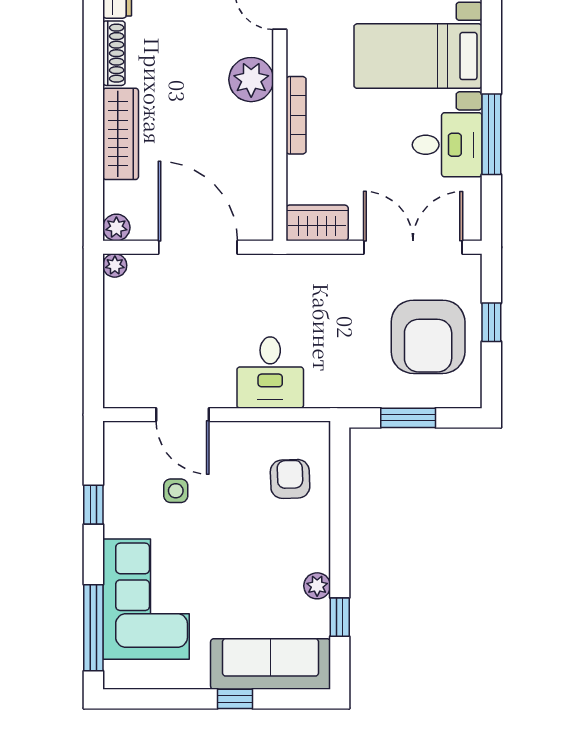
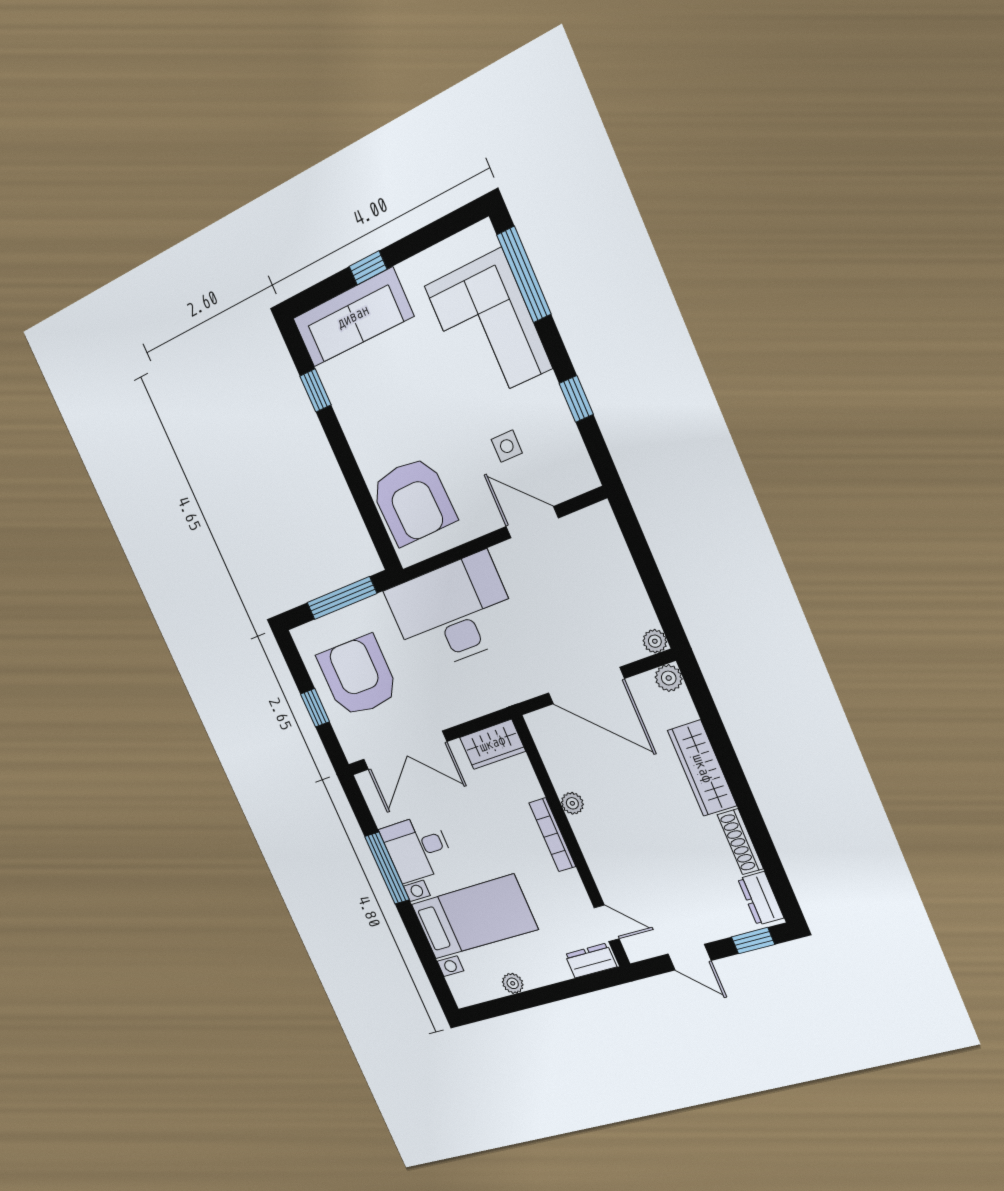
plant: (251, 80) -> (572, 803), moved, width x0.53, depth x0.53
desk: (270, 373) -> (453, 613), width x1.87, depth x1.30
window: (408, 418) -> (342, 598), width x1.44
armchair: (290, 479) -> (413, 501), width x1.88, depth x1.88
plant: (317, 586) -> (347, 411), removed

